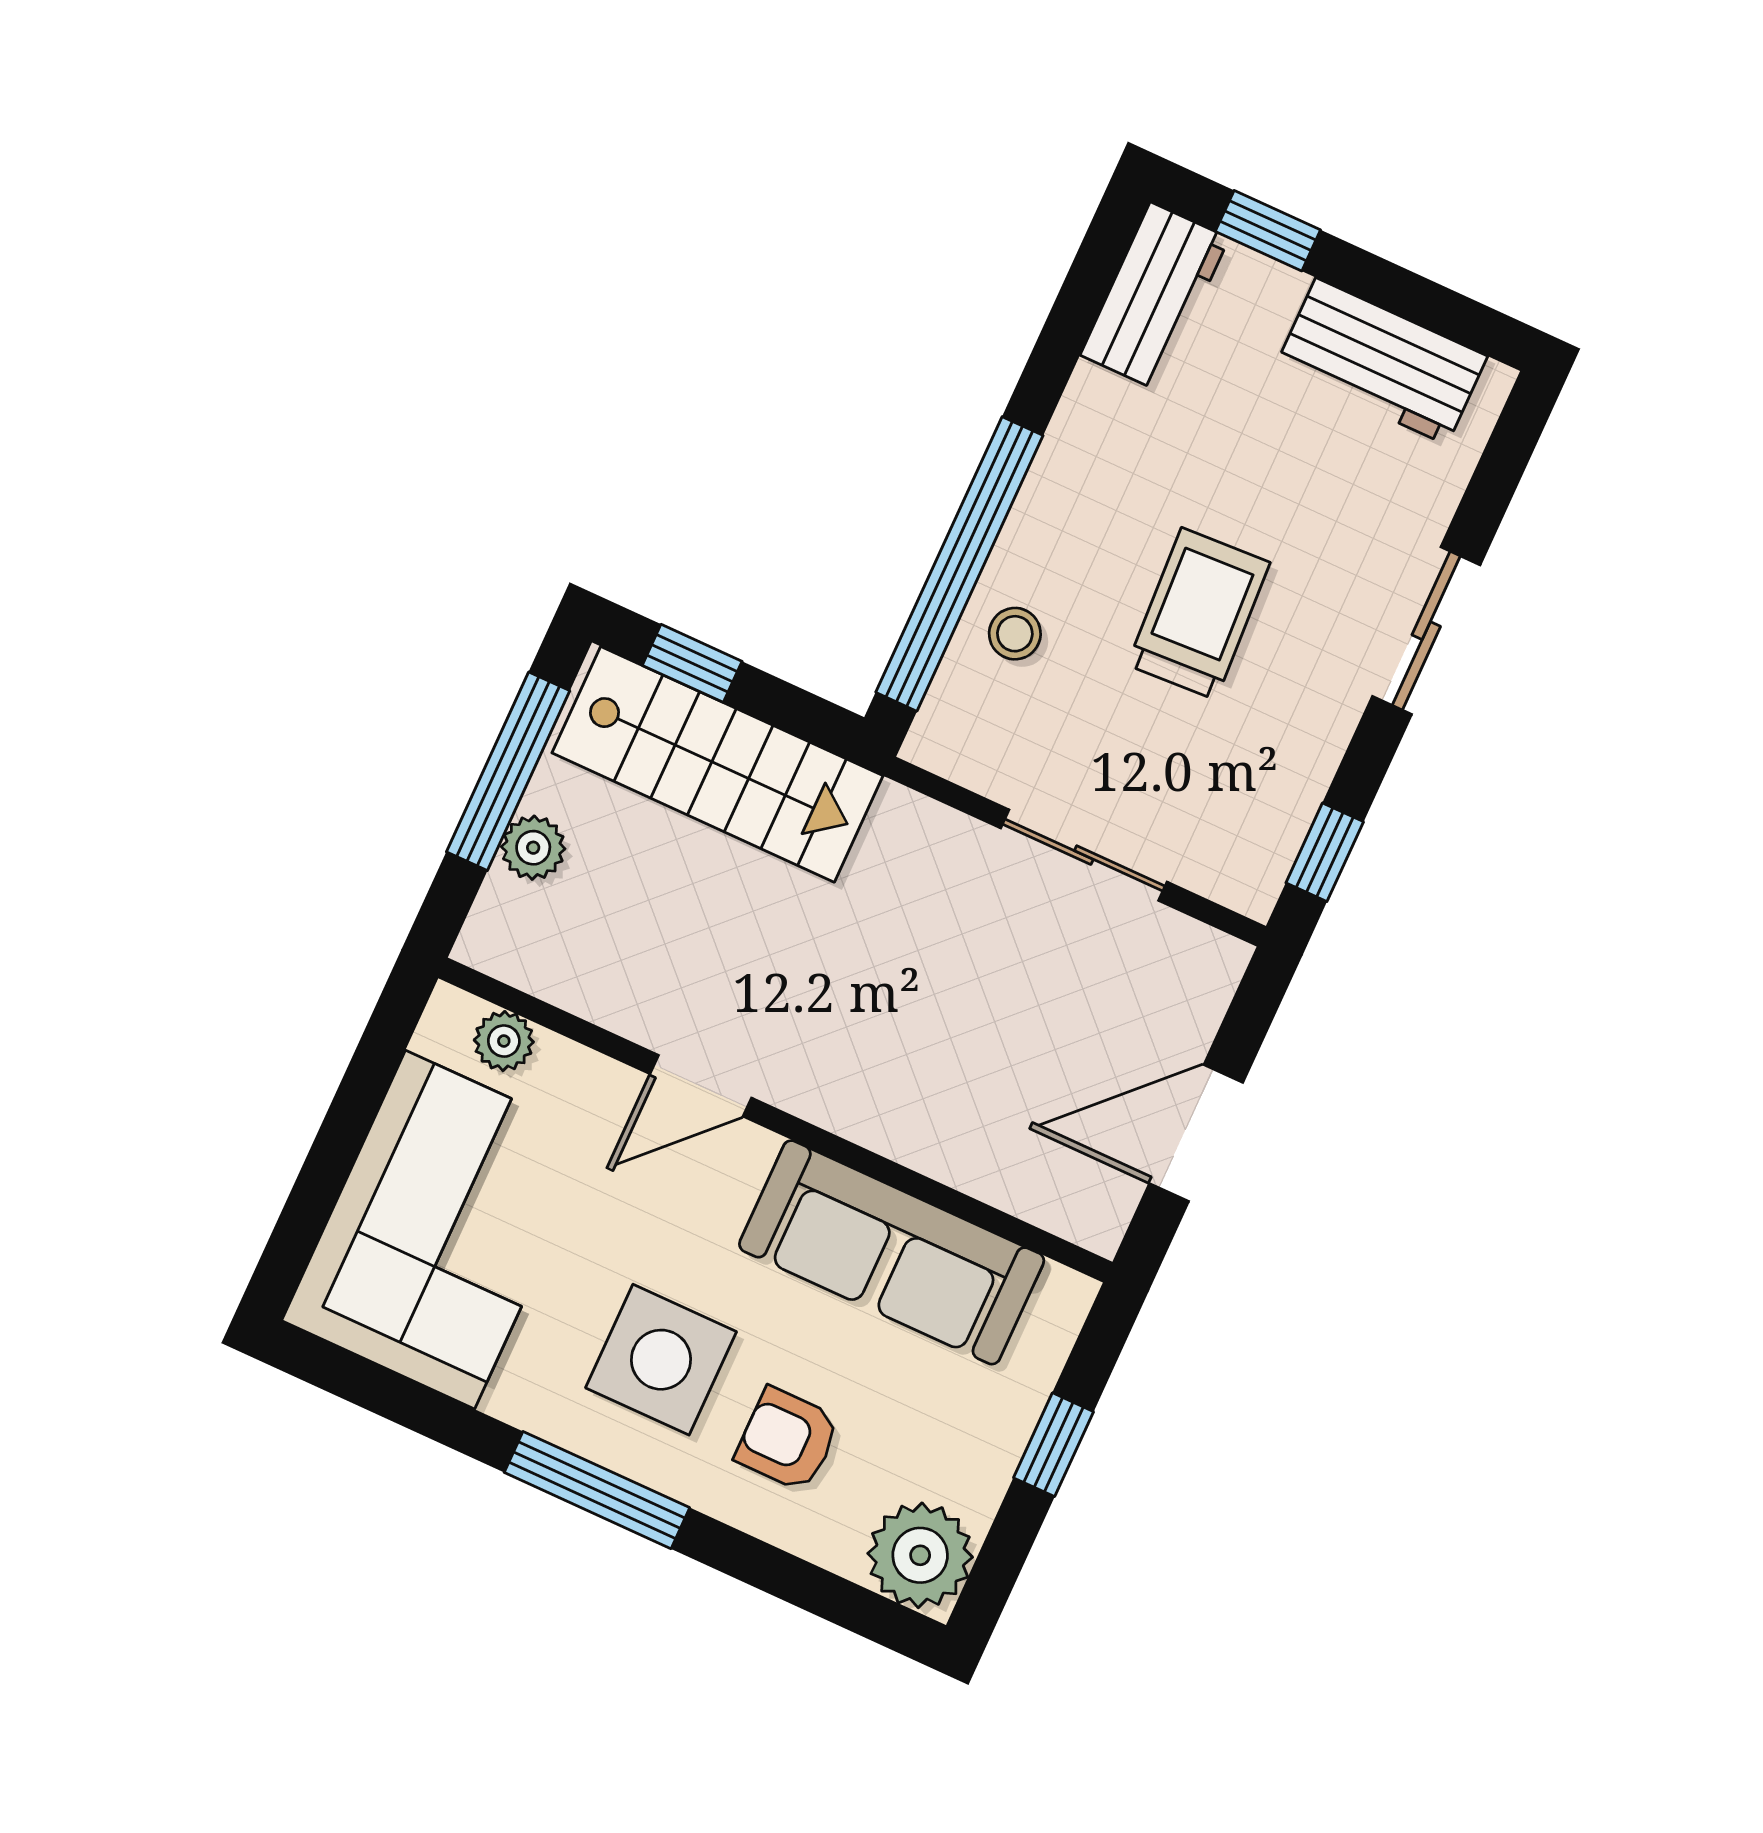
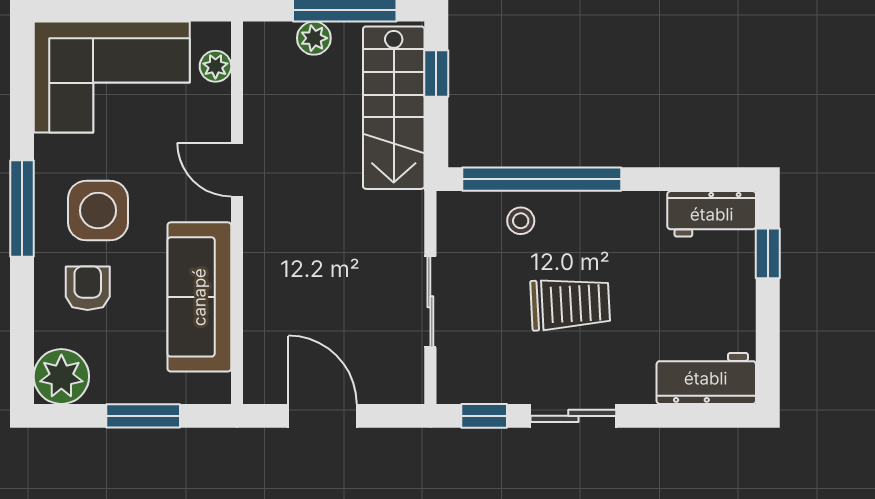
workbench: (1381, 361) -> (706, 378), moved, turned 90
sliding door: (1426, 631) -> (573, 416), moved
window: (1054, 1445) -> (143, 416), width x1.50

